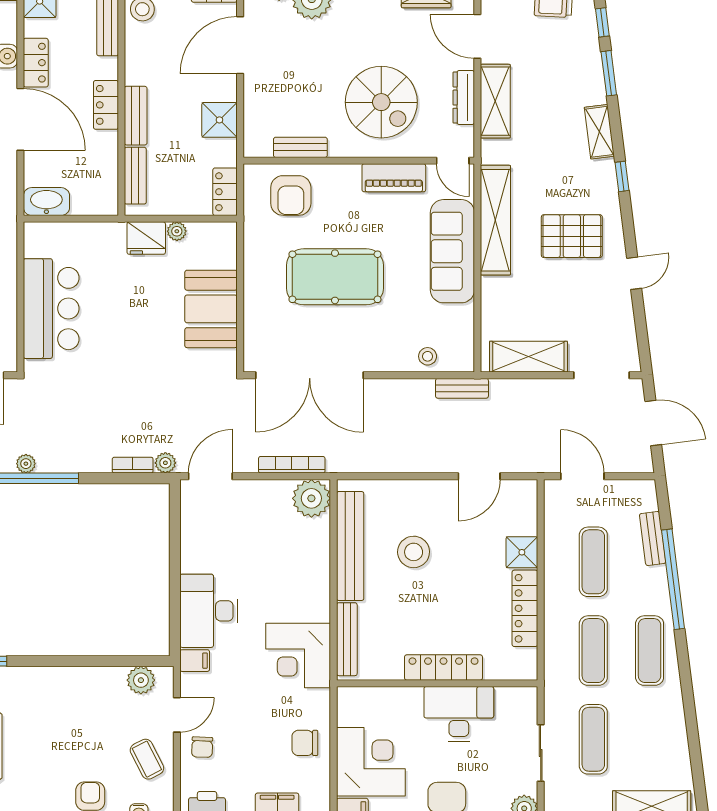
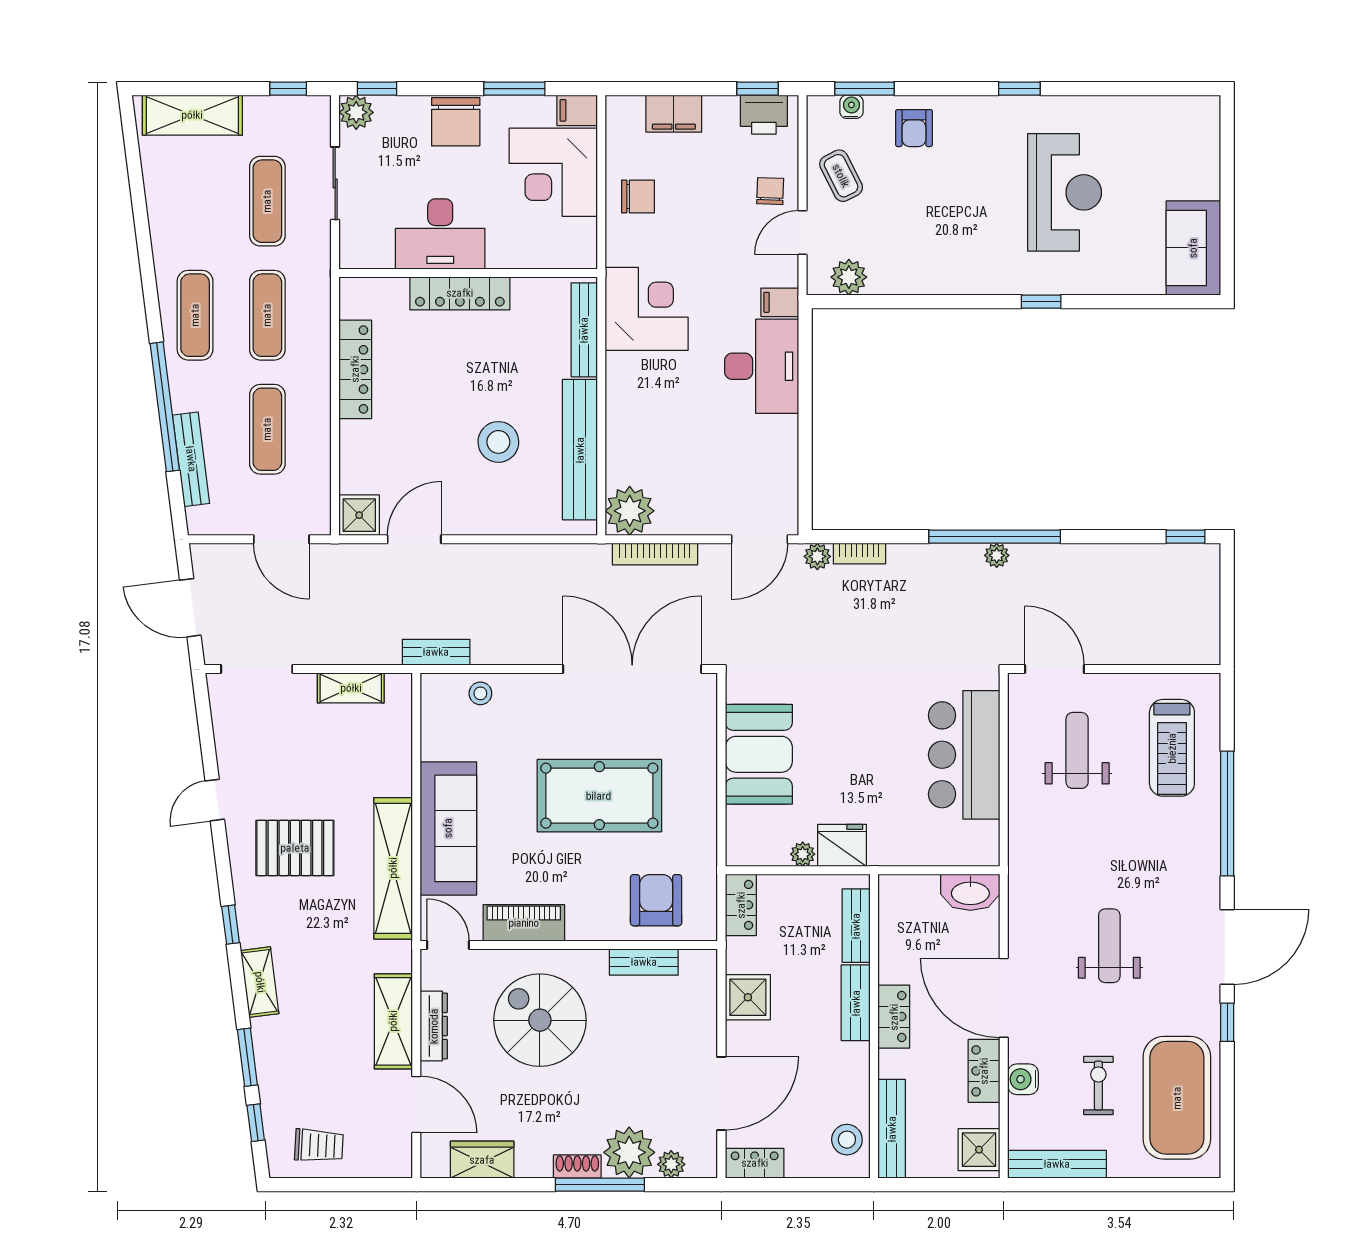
shelving: (528, 357) -> (351, 688), width x0.67, depth x0.75
bench: (653, 538) -> (191, 459), width x1.36
shower: (522, 552) -> (359, 515), moved

